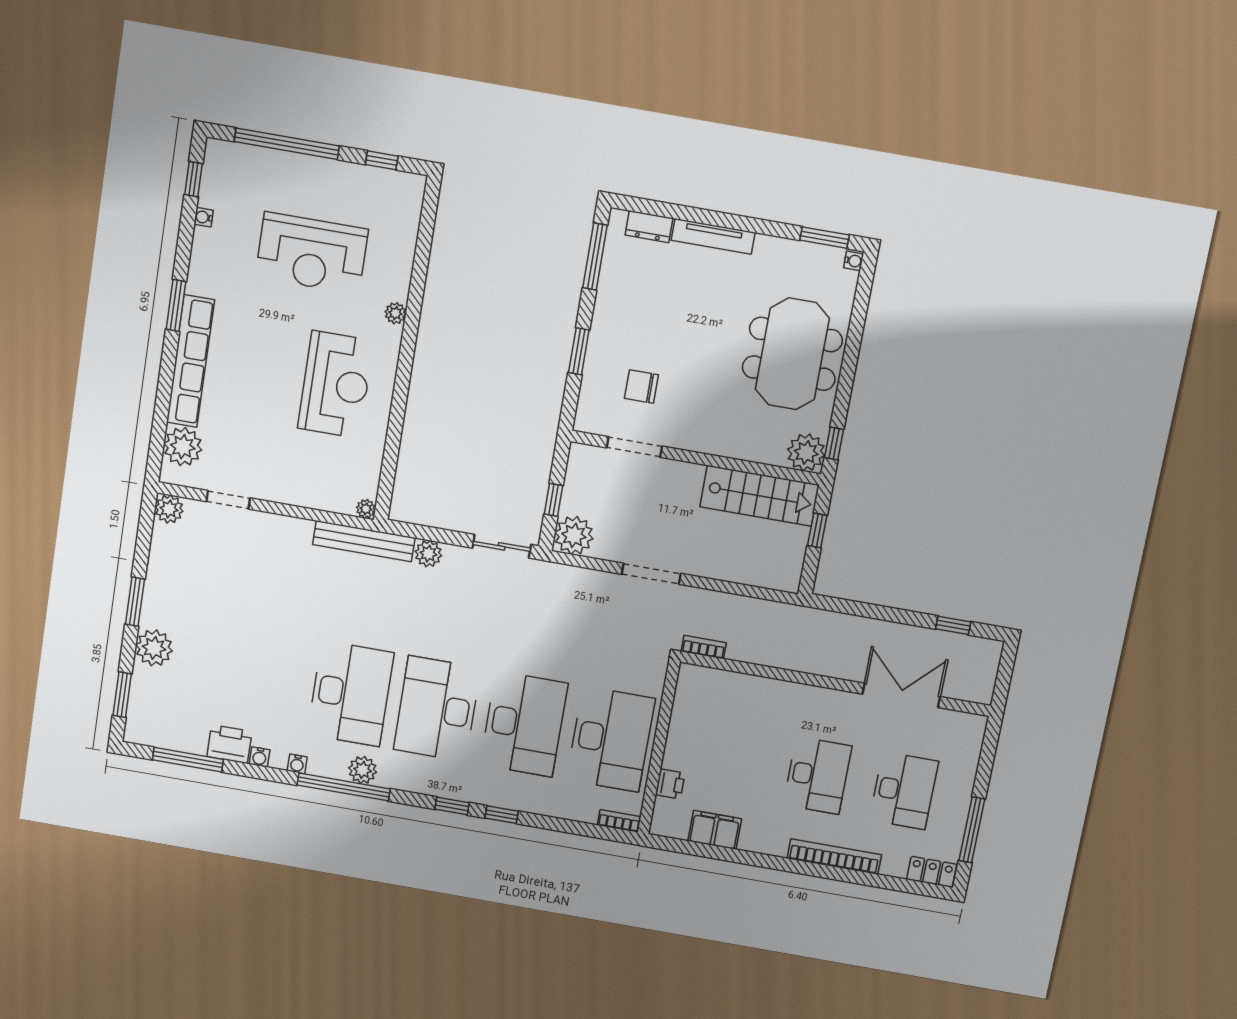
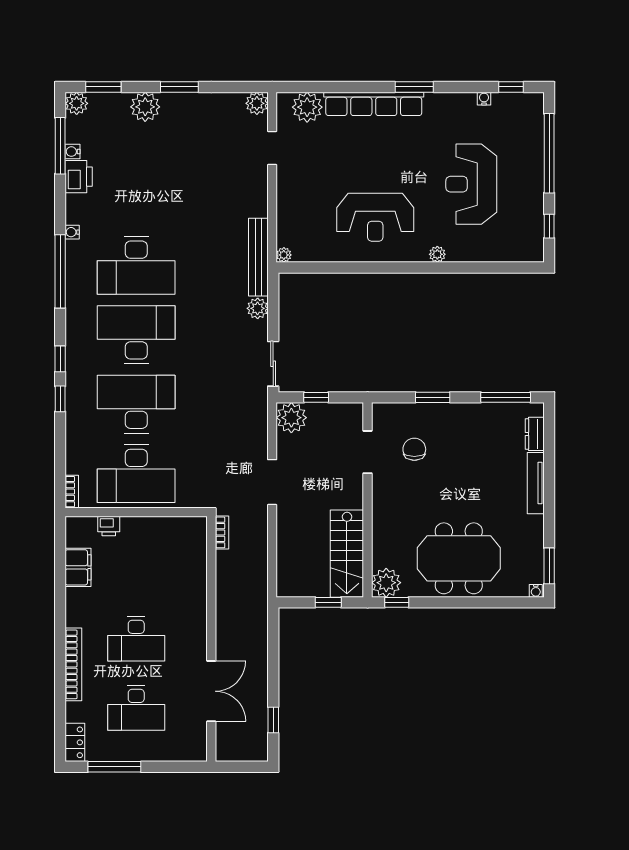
desk: (524, 724) -> (136, 404), turned 180
water cooler: (260, 757) -> (72, 152), moved
plant: (363, 770) -> (77, 103), moved

